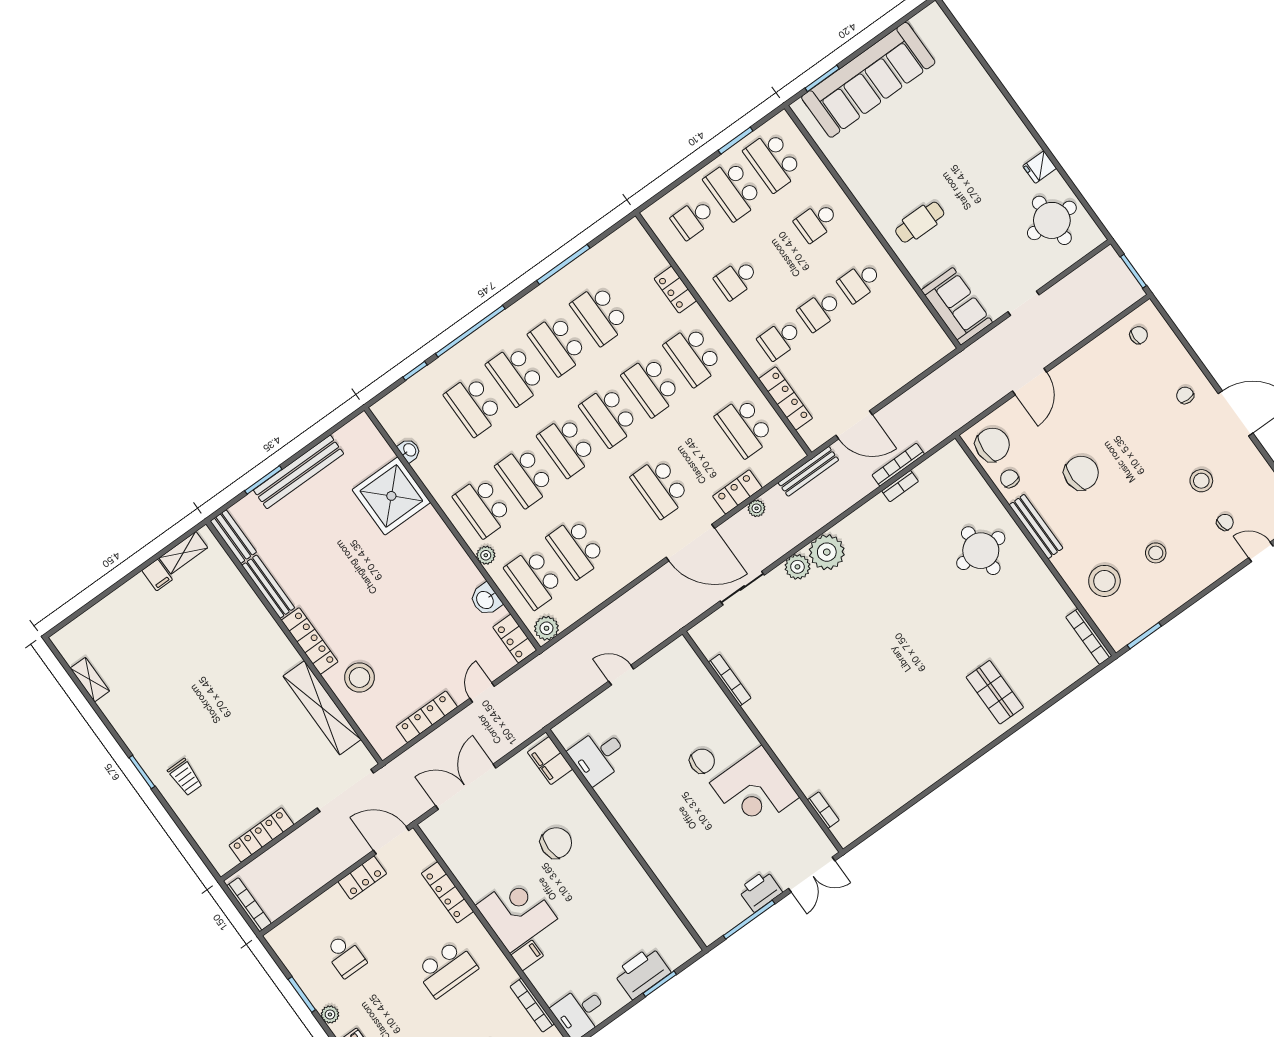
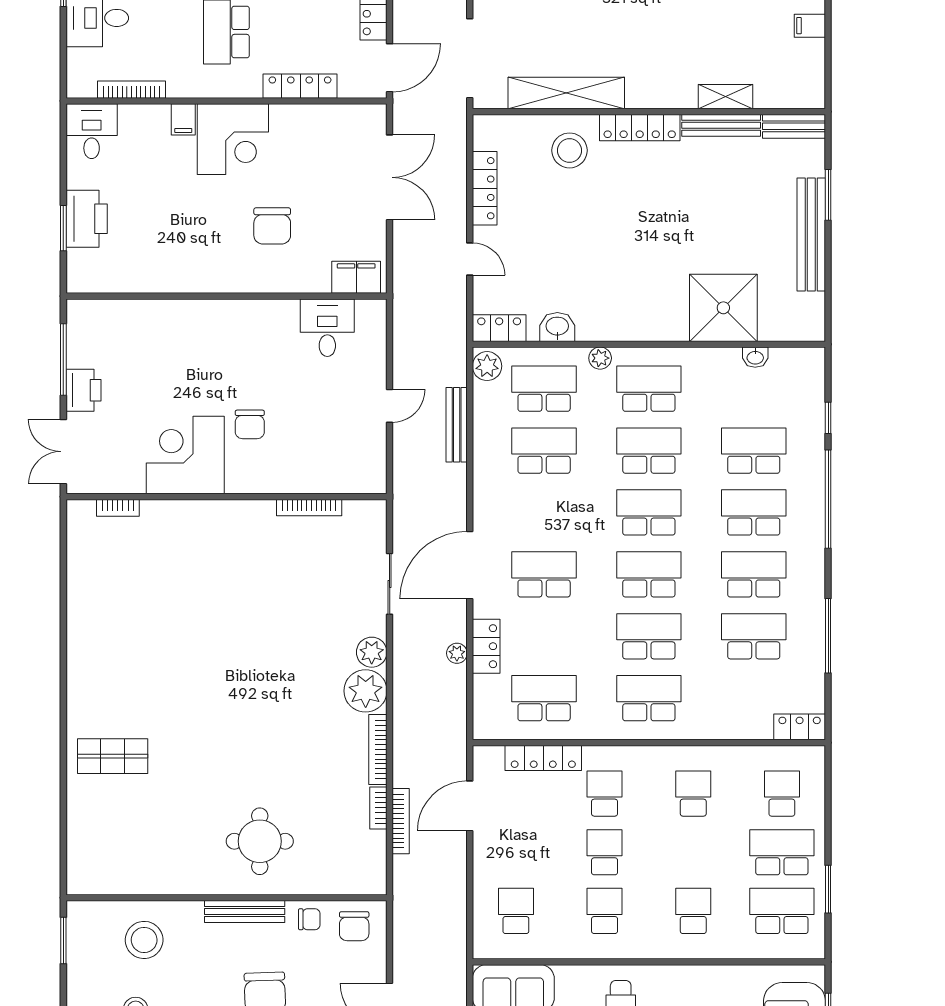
locker: (675, 290) -> (800, 727), moved
school desk: (903, 342) -> (516, 911), added
chair: (992, 445) -> (354, 926), width x0.73, depth x0.73
bench: (808, 471) -> (457, 425), moved
shelving: (183, 553) -> (726, 97), moved, turned 90
bookcase: (1089, 637) -> (378, 750), moved, turned -90

